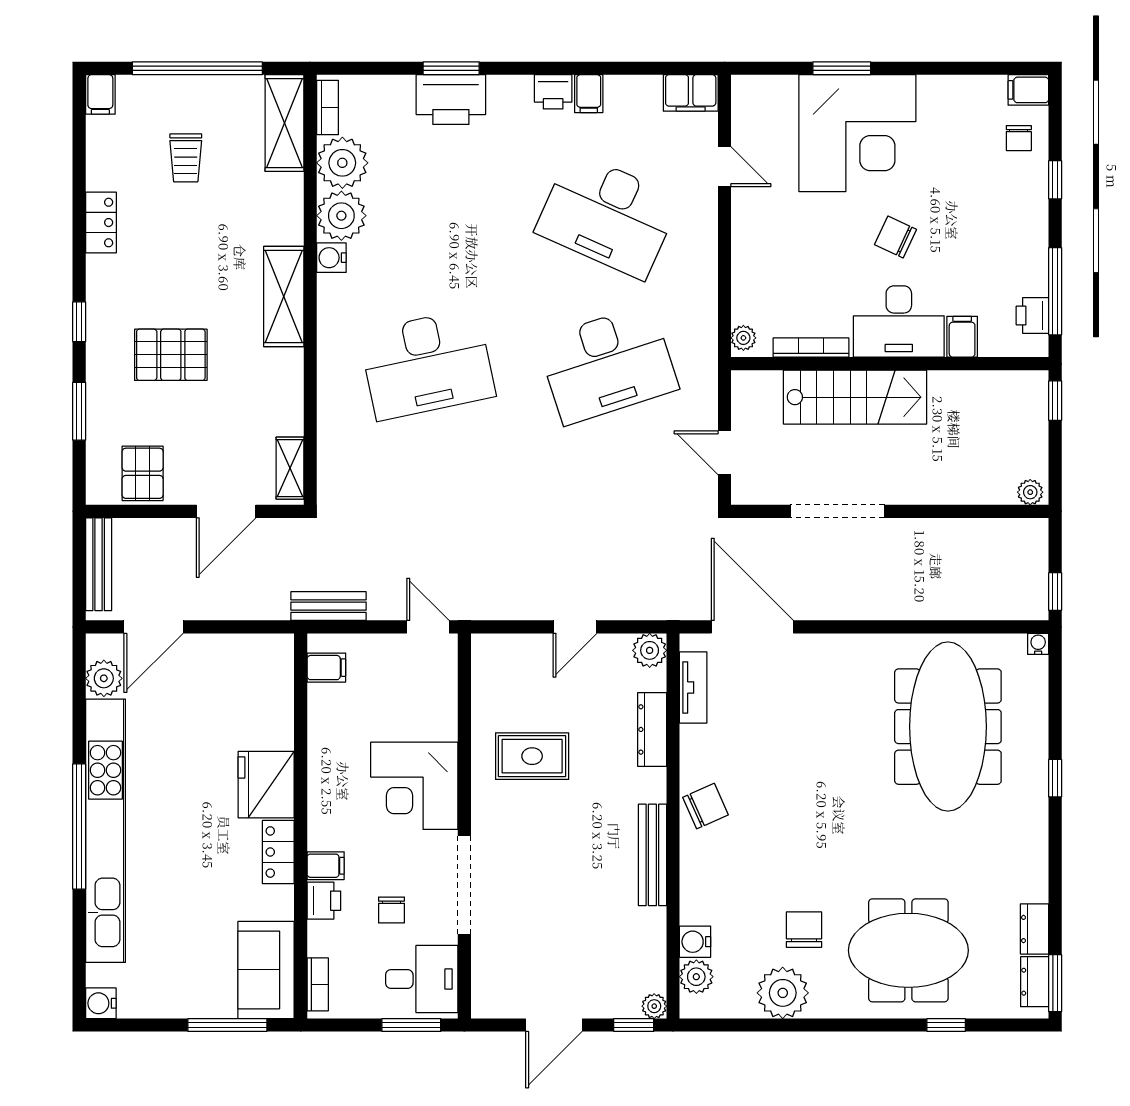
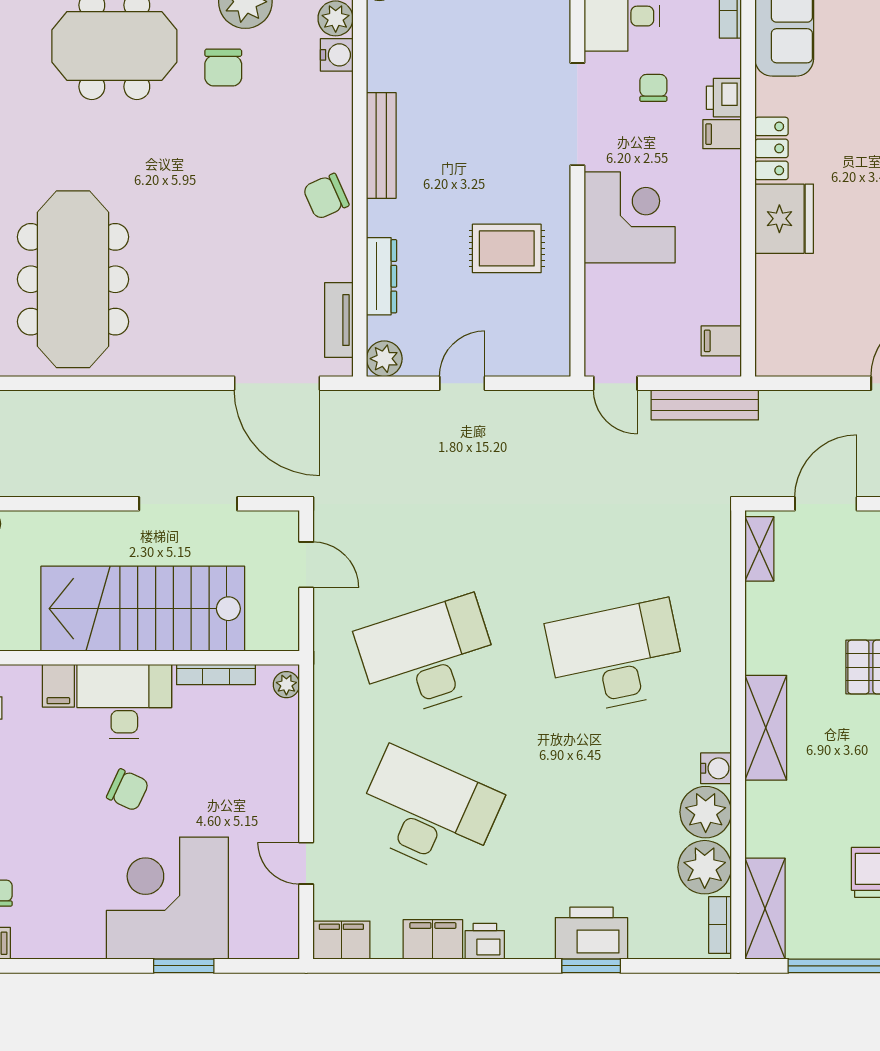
filing cabinet: (589, 94) -> (433, 939), width x2.00
stairs: (855, 397) -> (143, 609), width x1.36, depth x1.51
bench: (329, 606) -> (705, 405), width x1.36

